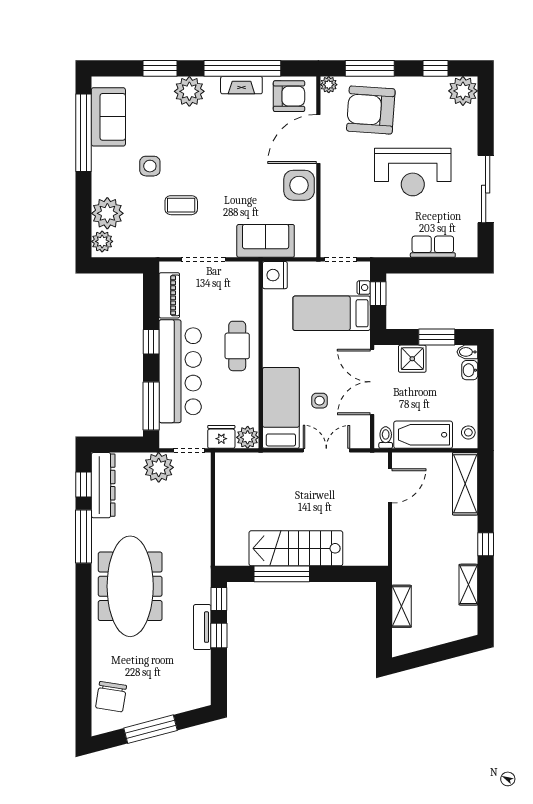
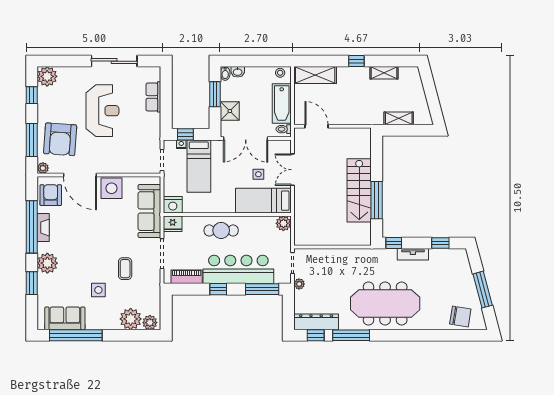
sofa: (266, 241) -> (149, 211), width x1.36
fridge: (221, 437) -> (173, 224), moved, turned -90
plant: (159, 467) -> (299, 284), width x0.53, depth x0.53
window: (219, 636) -> (440, 243), moved

